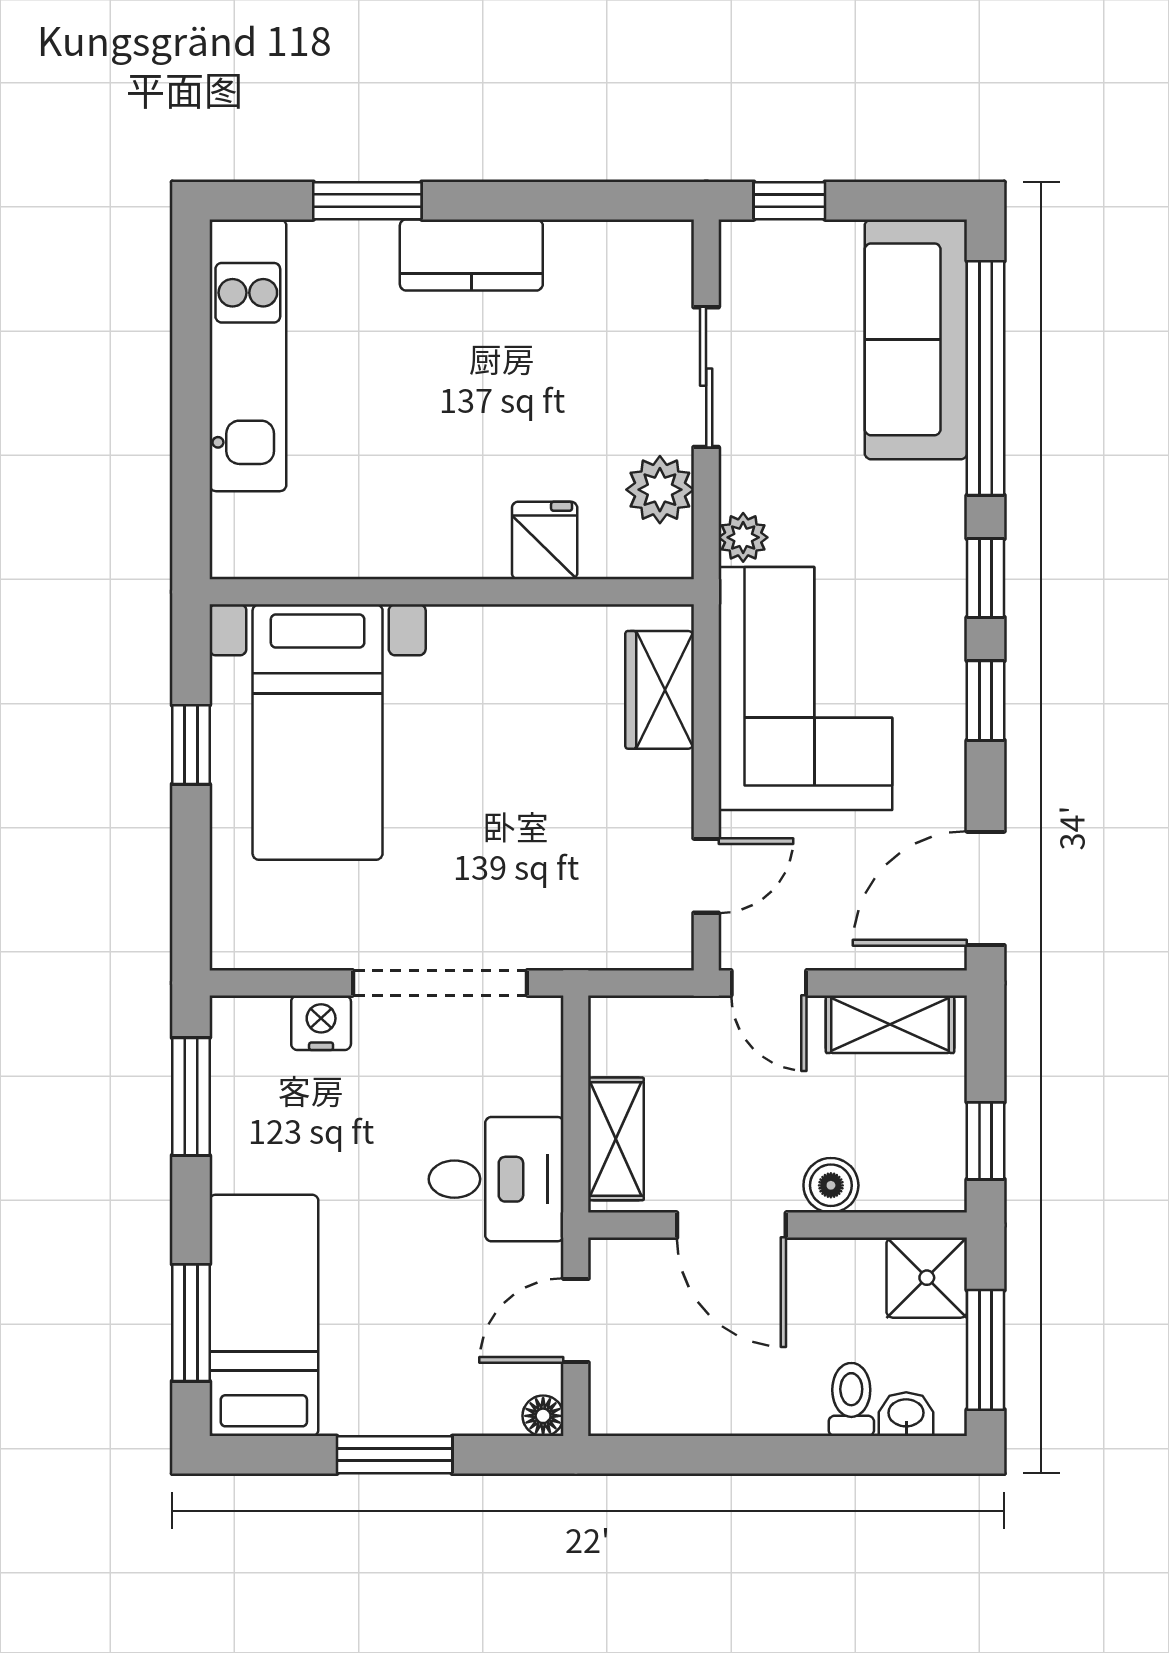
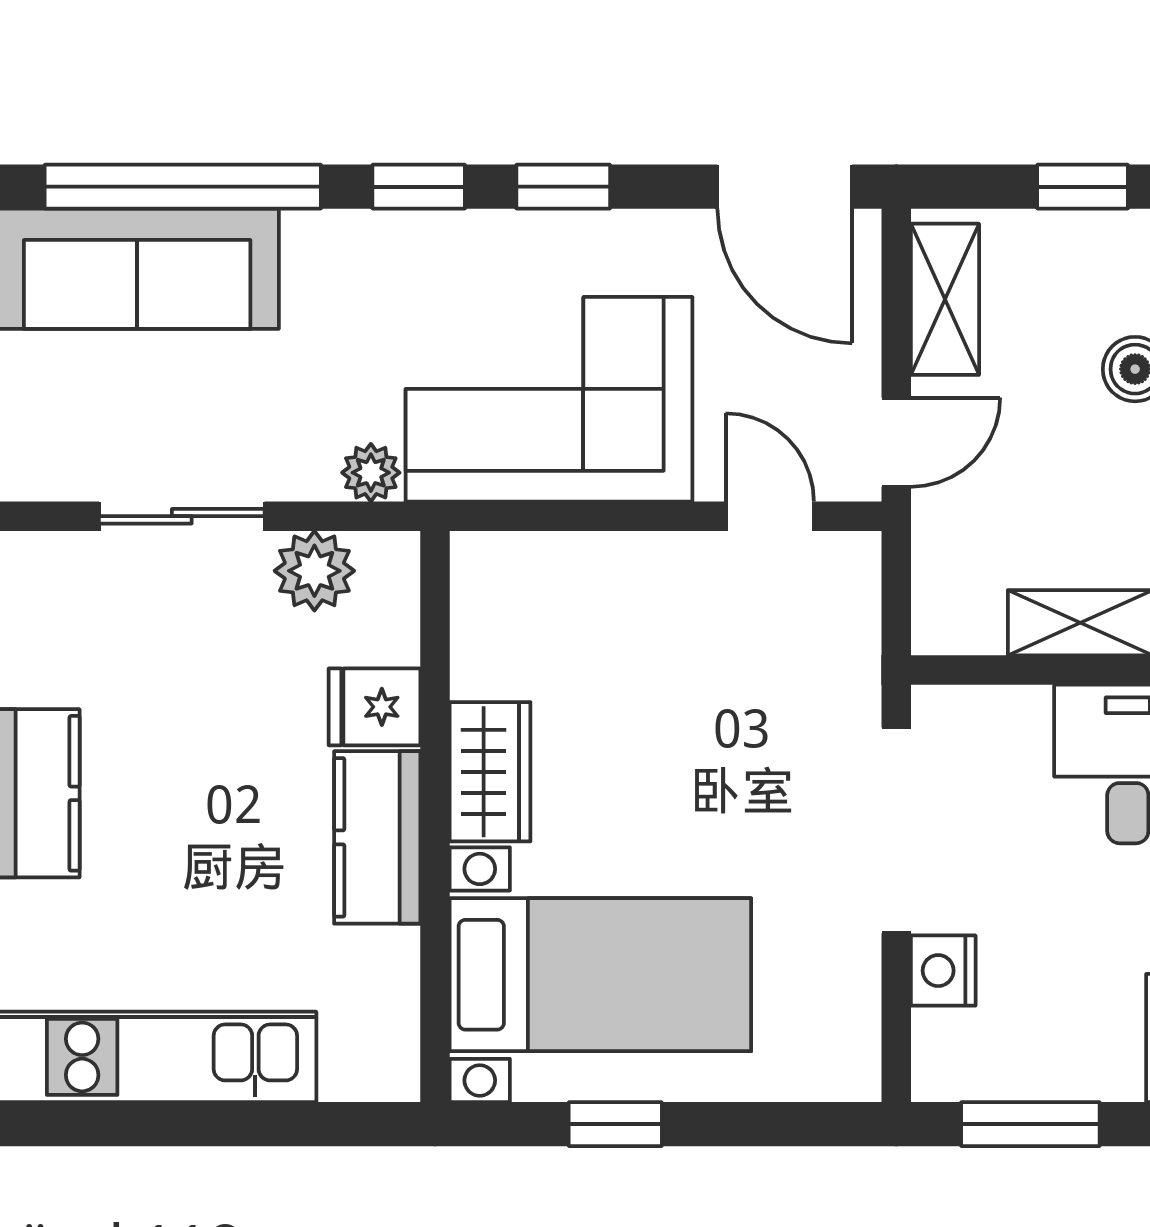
kitchen counter: (434, 543) -> (377, 837), added
wardrobe: (660, 690) -> (490, 772), moved, turned -90

